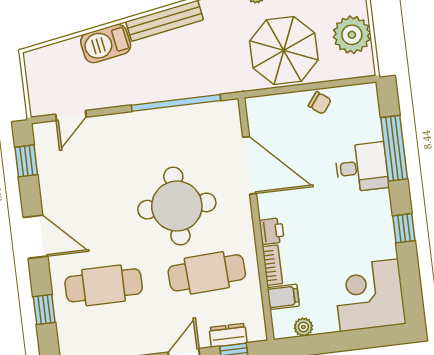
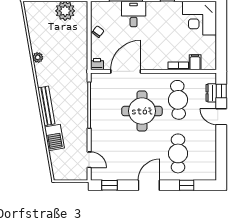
parasol: (284, 51) -> (69, 47), removed
printer: (272, 231) -> (97, 64), moved
plant: (303, 327) -> (212, 54), removed

